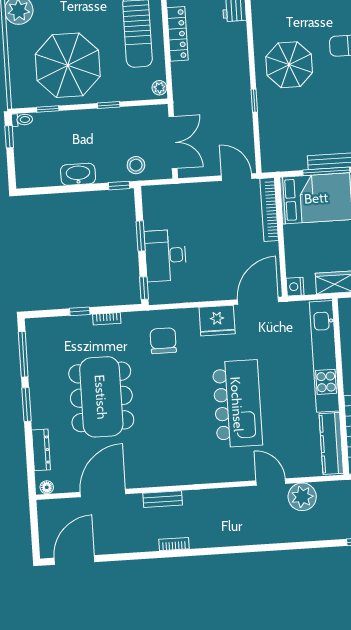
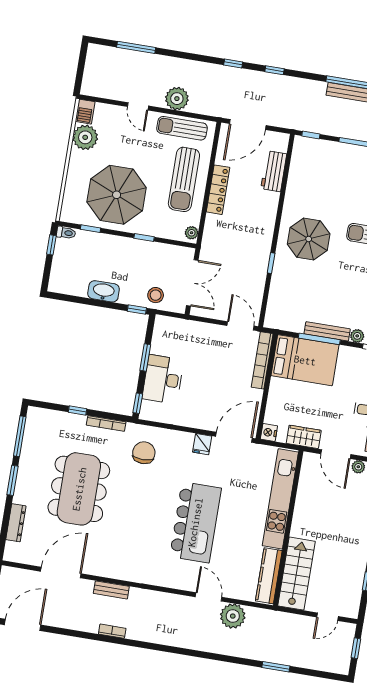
bookcase: (107, 319) -> (106, 423), width x1.56
fridge: (217, 321) -> (202, 444), width x0.53, depth x0.75
floor lamp: (47, 487) -> (13, 556), removed

